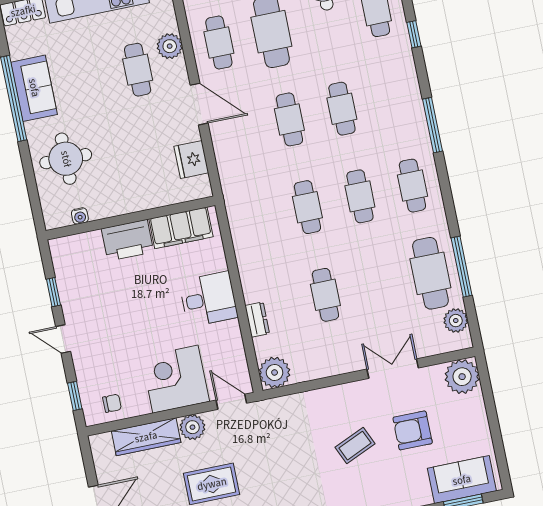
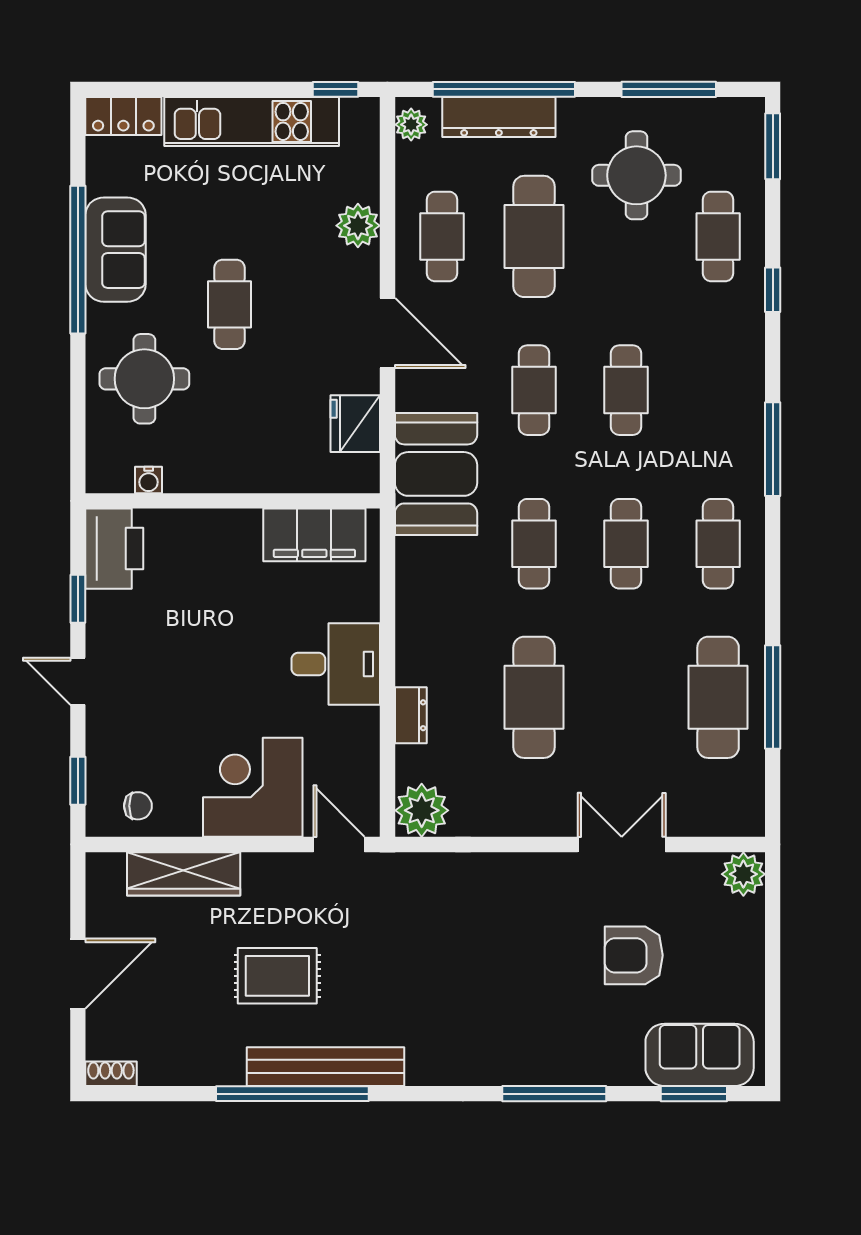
cafe table: (138, 70) -> (229, 304), moved
booth: (243, 179) -> (436, 474), added
printer: (128, 240) -> (114, 549), moved, turned -90
cafe table: (325, 295) -> (534, 697), width x1.37, depth x1.35
plant: (456, 321) -> (744, 785), removed
plant: (462, 377) -> (743, 874), width x0.73, depth x0.73
plant: (192, 427) -> (265, 874), removed
coffee table: (355, 446) -> (532, 961), removed

